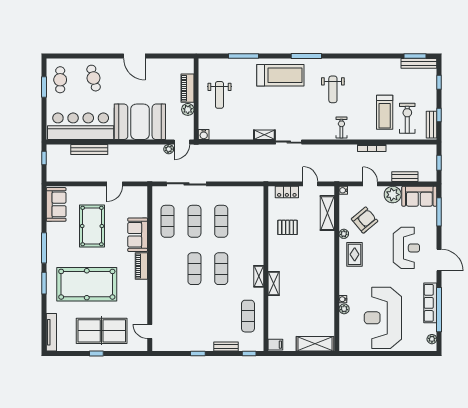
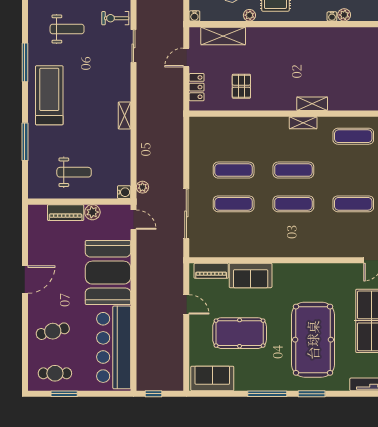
sliding door: (289, 142) -> (133, 46), moved
bench: (89, 149) -> (143, 337), removed
plant: (169, 149) -> (142, 187), moved
exercise mat: (168, 221) -> (353, 204), moved
piano: (141, 266) -> (211, 271), moved

